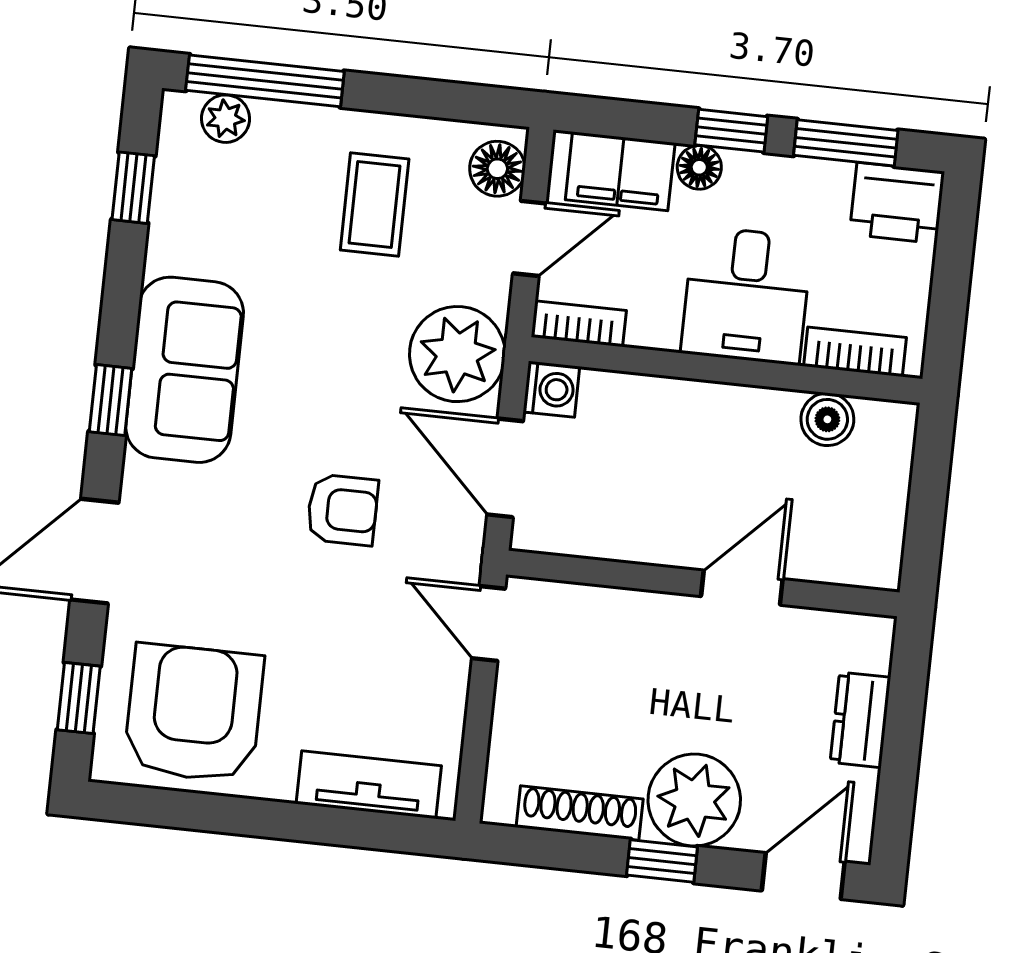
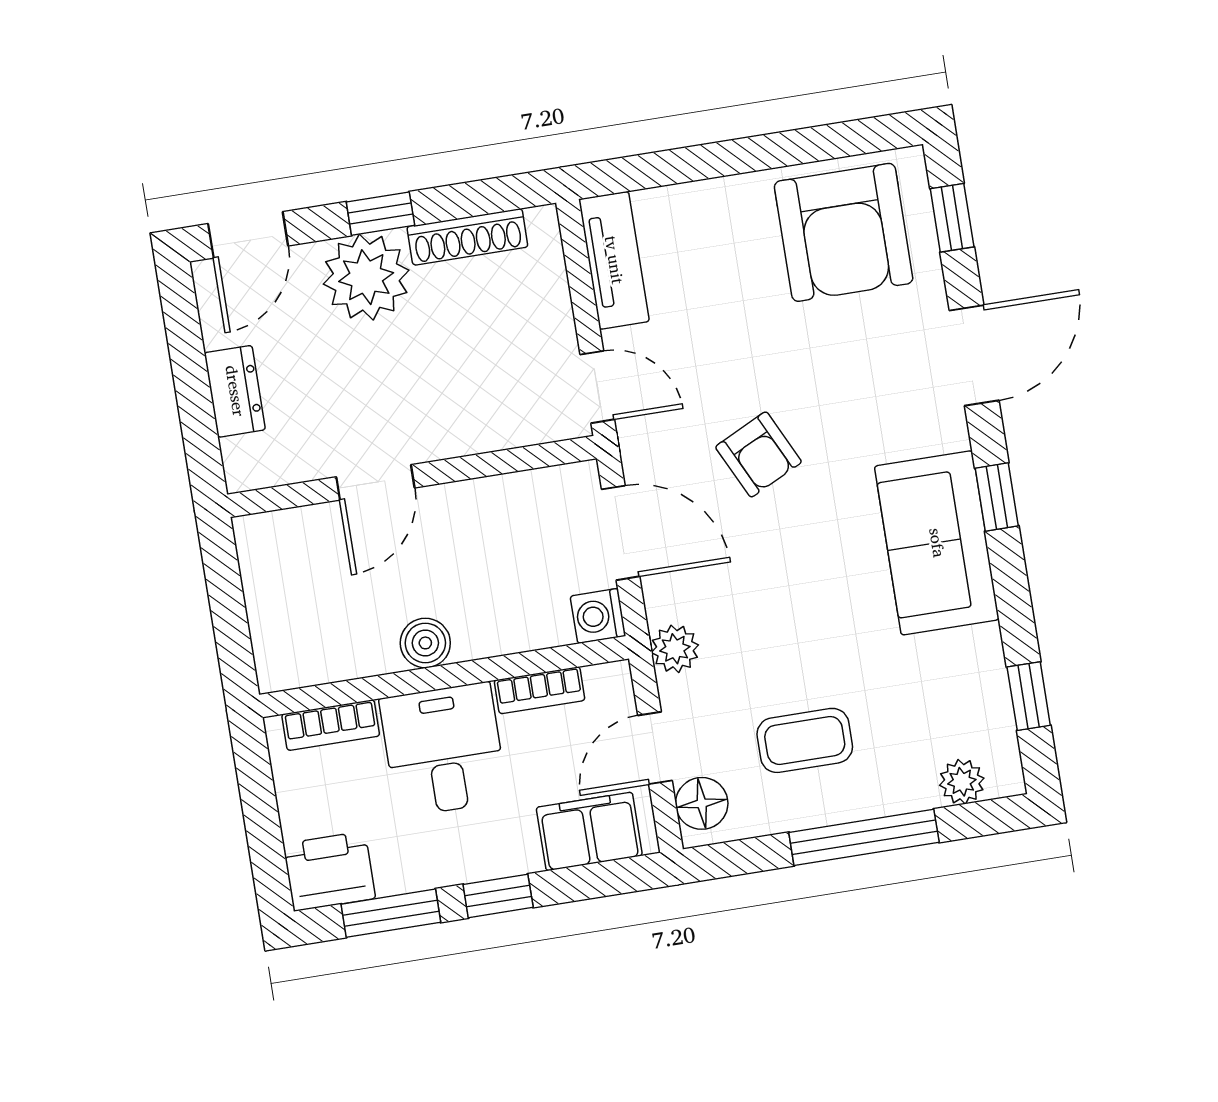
window: (265, 81) -> (864, 837), moved
floor lamp: (699, 167) -> (518, 855), removed
coffee table: (375, 204) -> (805, 740), turned 90
bookcase: (579, 324) -> (540, 690), moved
plant: (457, 354) -> (675, 649), width x0.53, depth x0.53
boiler: (827, 419) -> (425, 643), moved
armchair: (342, 510) -> (758, 454), turned -116
tv unit: (369, 785) -> (614, 260), moved, turned -90

